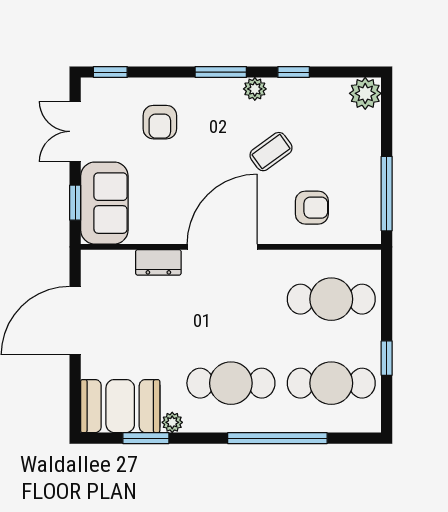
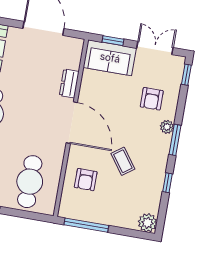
plant: (255, 89) -> (167, 127), moved
armchair: (160, 122) -> (152, 99), turned -90

